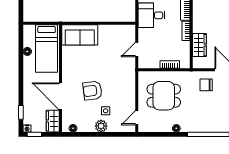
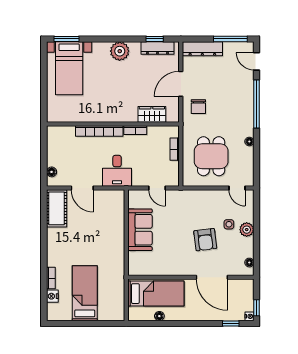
sofa: (80, 35) -> (140, 230), moved
door: (61, 96) -> (212, 277), hinge flipped
wardrobe: (53, 121) -> (241, 286), removed

